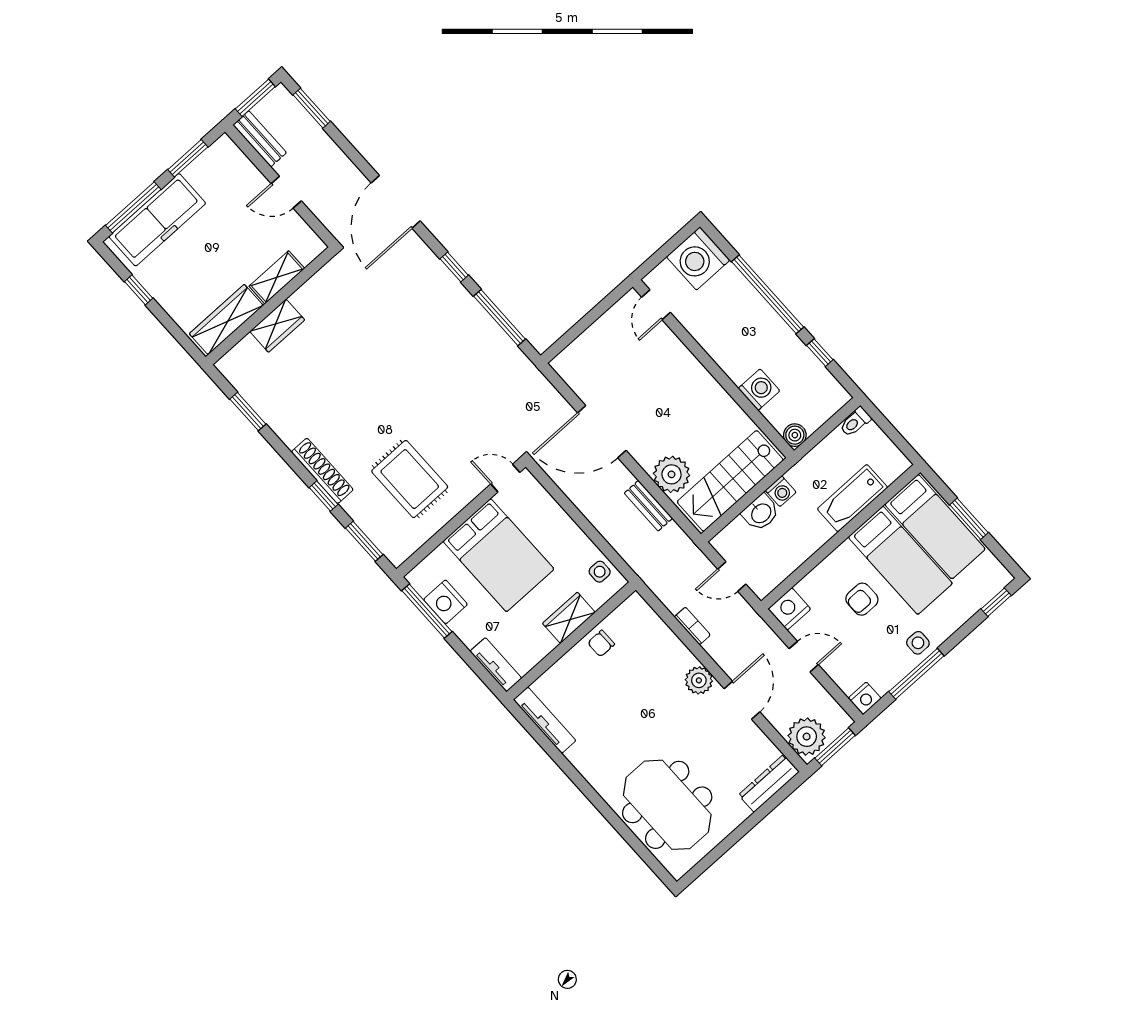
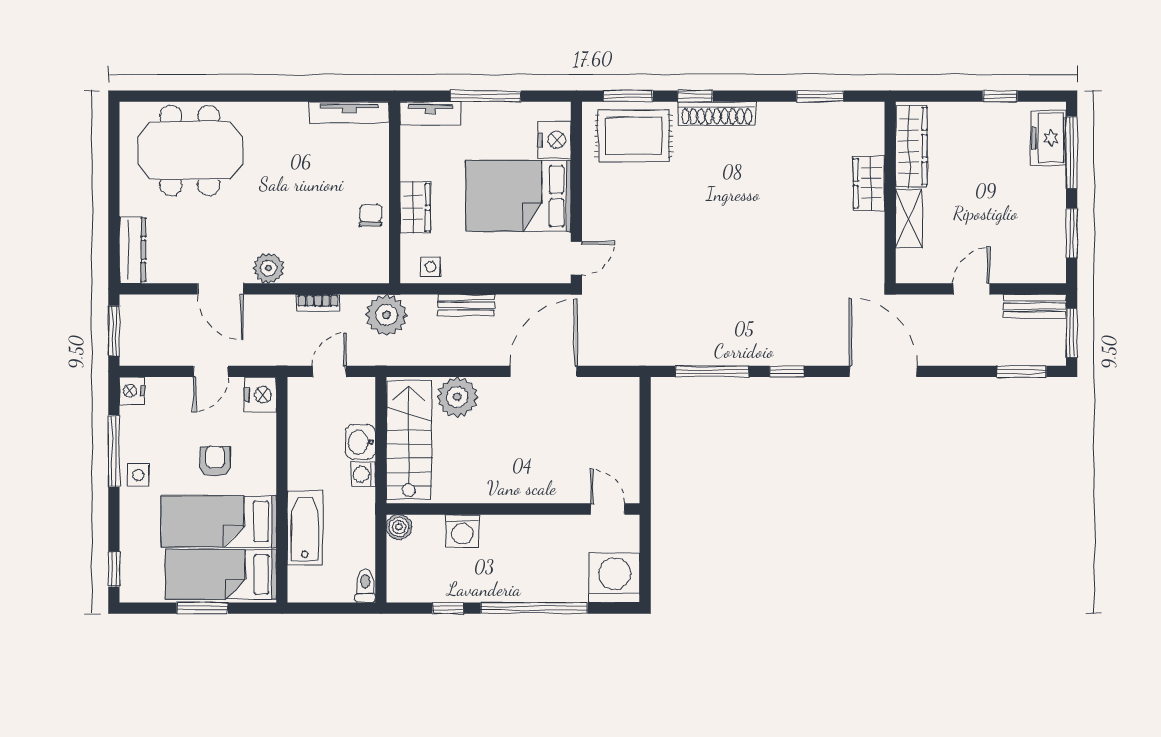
freezer: (157, 220) -> (1048, 138), width x0.52, depth x0.79
rug: (410, 479) -> (634, 136), moved
bench: (648, 506) -> (466, 305), moved
nightstand: (446, 602) -> (554, 140), moved, turned 90
window: (427, 611) -> (486, 96), moved
plant: (807, 737) -> (386, 315), moved

